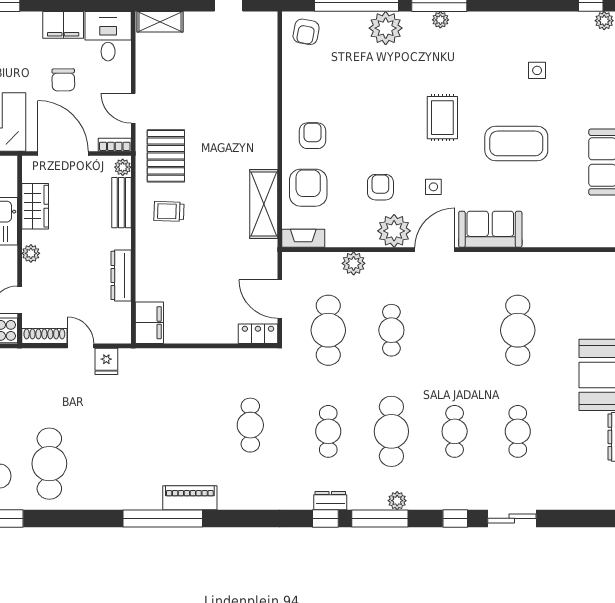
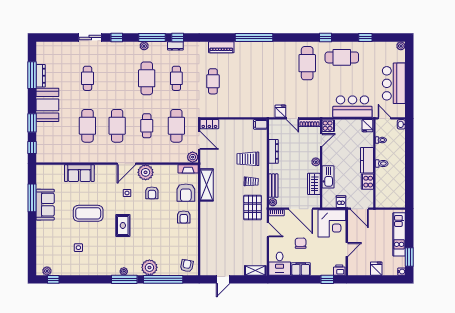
sofa: (490, 229) -> (79, 173), moved
trolley: (176, 260) -> (248, 159), added
plant: (354, 263) -> (193, 157), moved
filing cabinet: (149, 323) -> (260, 124), width x0.50
cafe table: (455, 431) -> (117, 126), moved, width x1.37, depth x1.35
piano: (190, 498) -> (221, 47), moved

